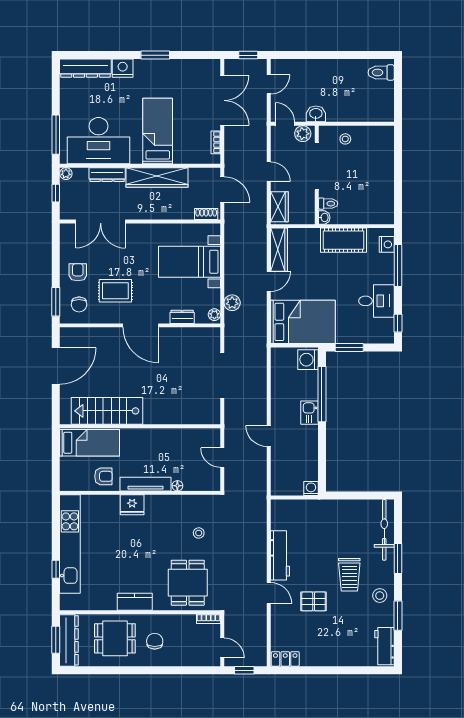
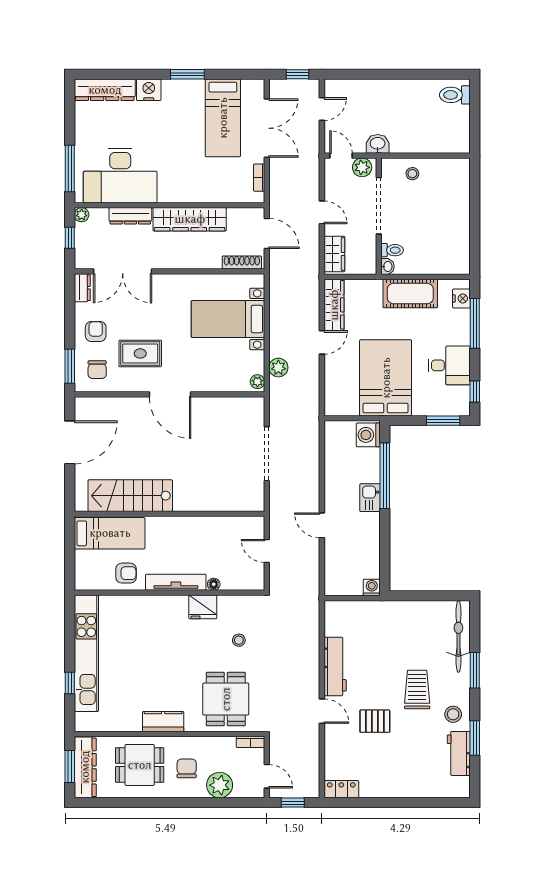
bed: (158, 131) -> (223, 118), moved, turned 180
shoe rack: (206, 214) -> (242, 262), width x1.43
dresser: (182, 317) -> (82, 288), moved, turned 90
bed: (303, 322) -> (386, 378), moved, turned -90
window: (349, 348) -> (443, 421), moved
fridge: (132, 505) -> (203, 607), moved
trolley: (349, 575) -> (417, 690), turned 180
workbench: (384, 646) -> (459, 753), moved
plant: (182, 655) -> (220, 785), added

